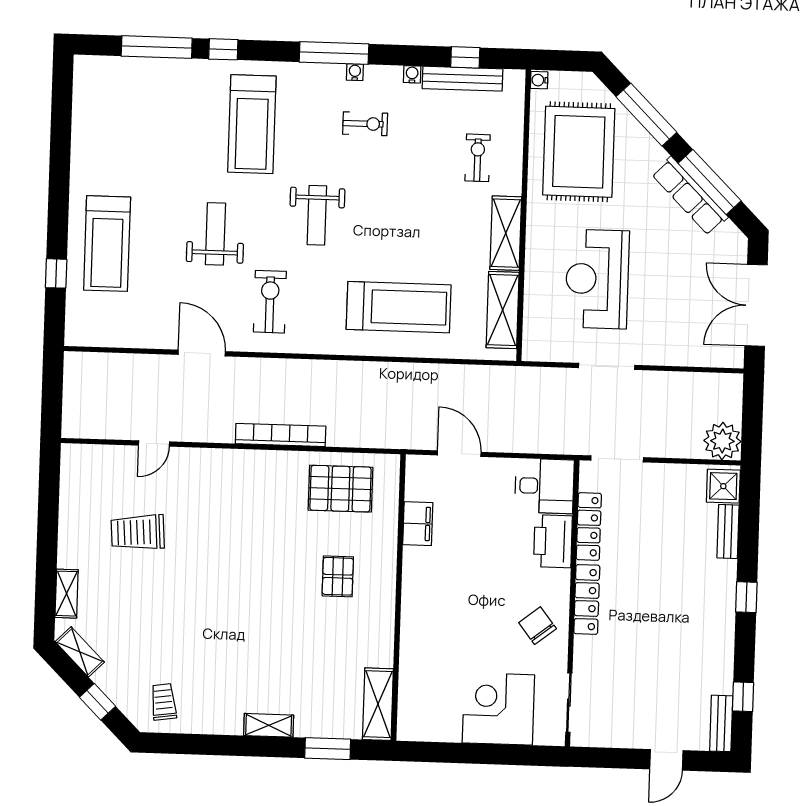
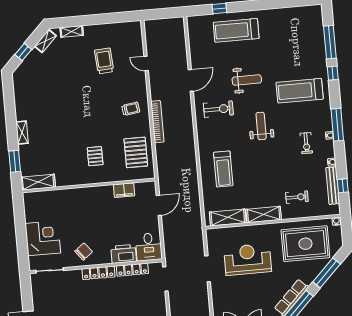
weight bench: (317, 215) -> (261, 126), turned 90
treadmill: (399, 307) -> (223, 169), width x0.73, depth x0.73
pallet: (338, 576) -> (95, 156), turned 90
trolley: (164, 702) -> (131, 109), moved

